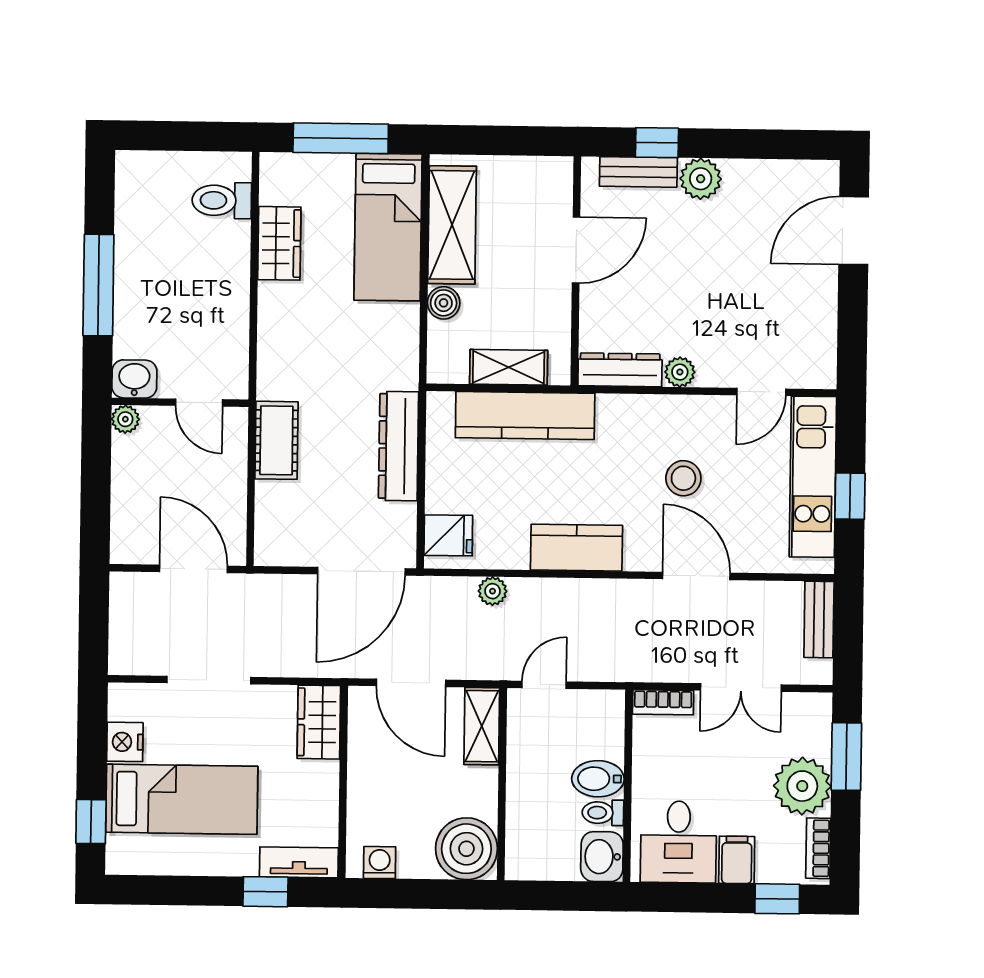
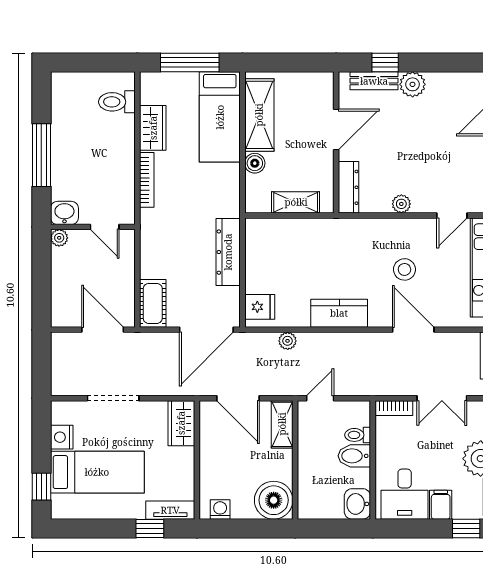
bookcase: (268, 327) -> (147, 180), added
dresser: (620, 370) -> (349, 187), moved, turned 90
kitchen counter: (525, 415) -> (306, 232), removed
cot: (276, 440) -> (153, 303), moved
toilet: (603, 813) -> (358, 435), moved

